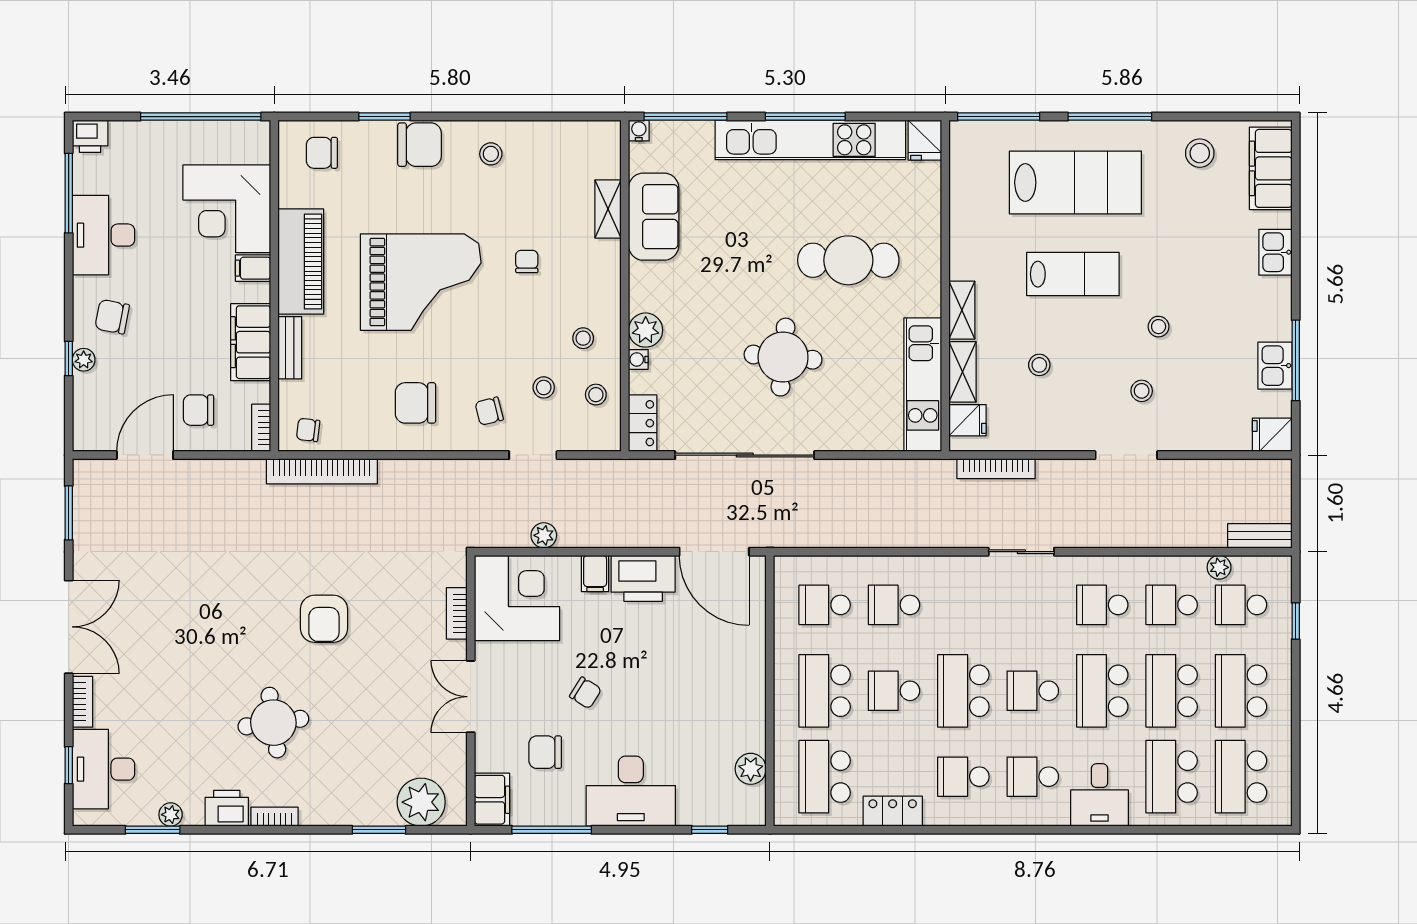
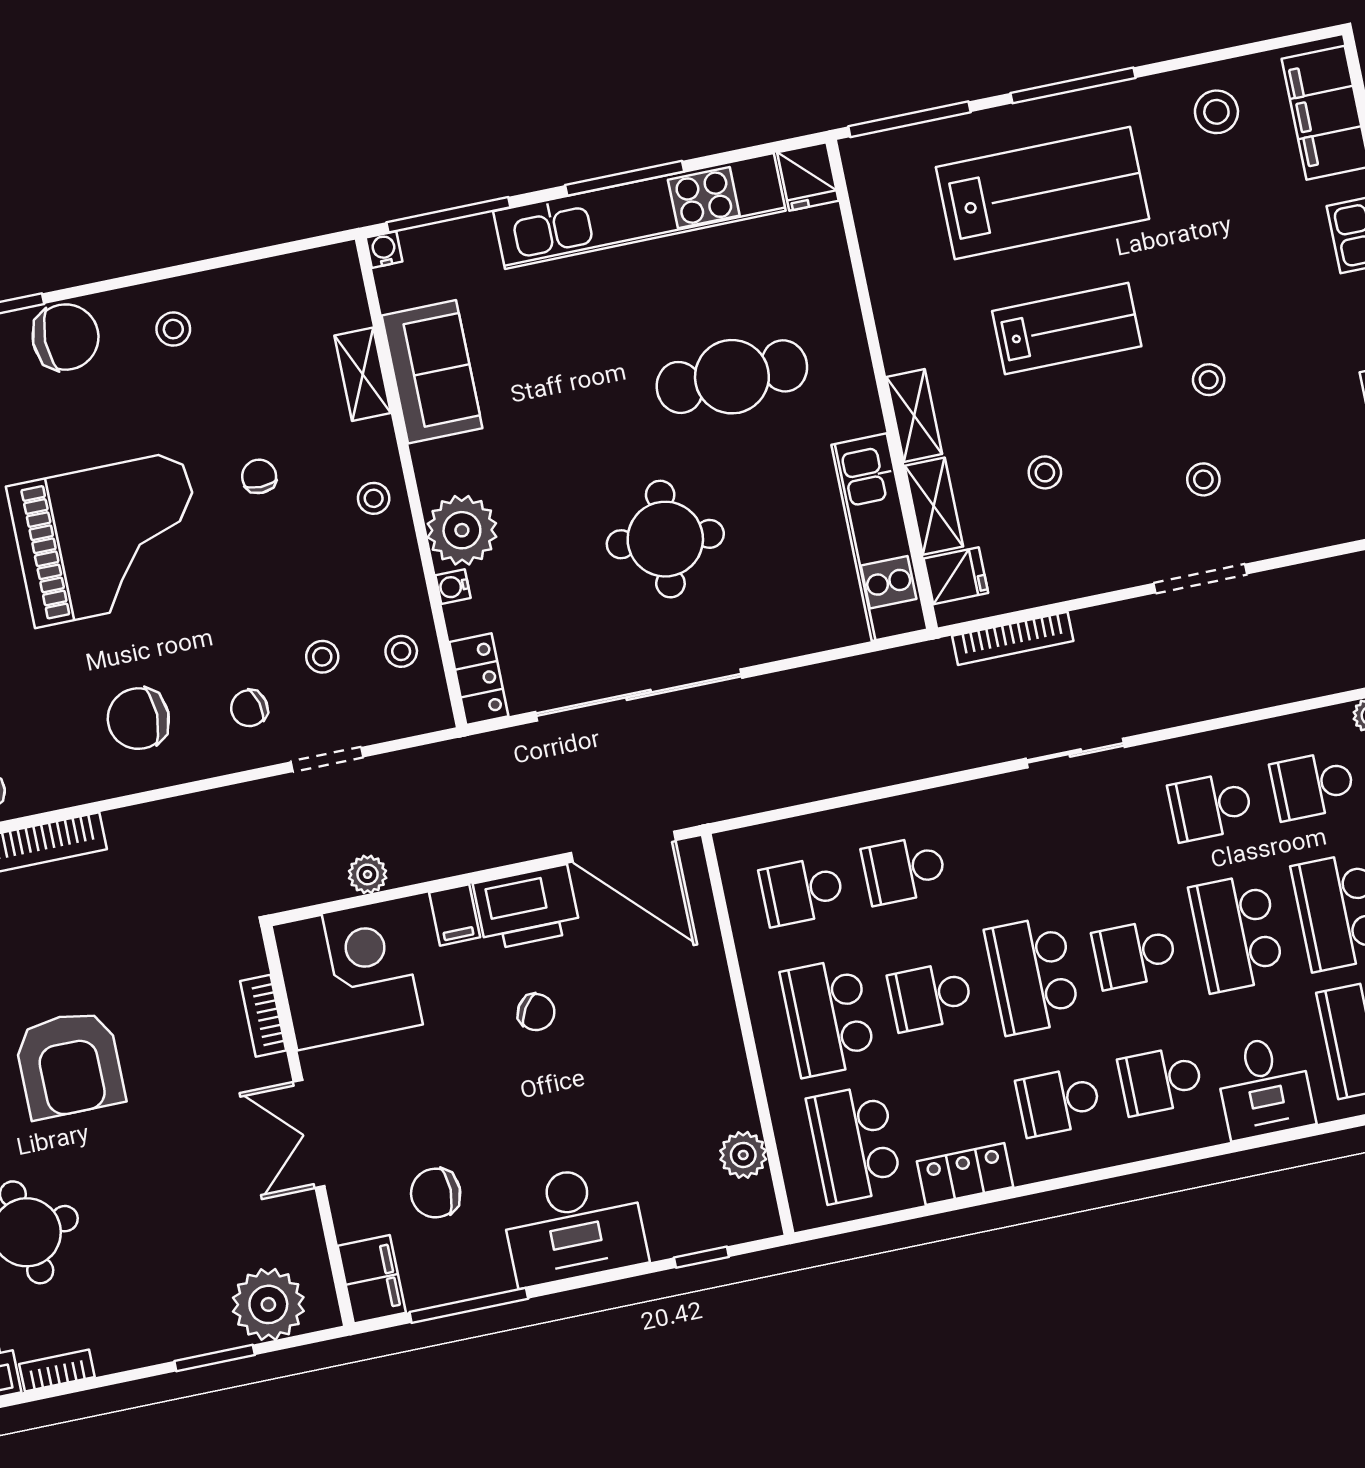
plant: (646, 330) -> (462, 530), width x1.36, depth x1.36
stool: (583, 338) -> (374, 498), moved
armchair: (324, 619) -> (69, 1064), width x1.36, depth x1.36
chair: (585, 693) -> (536, 1012), moved

